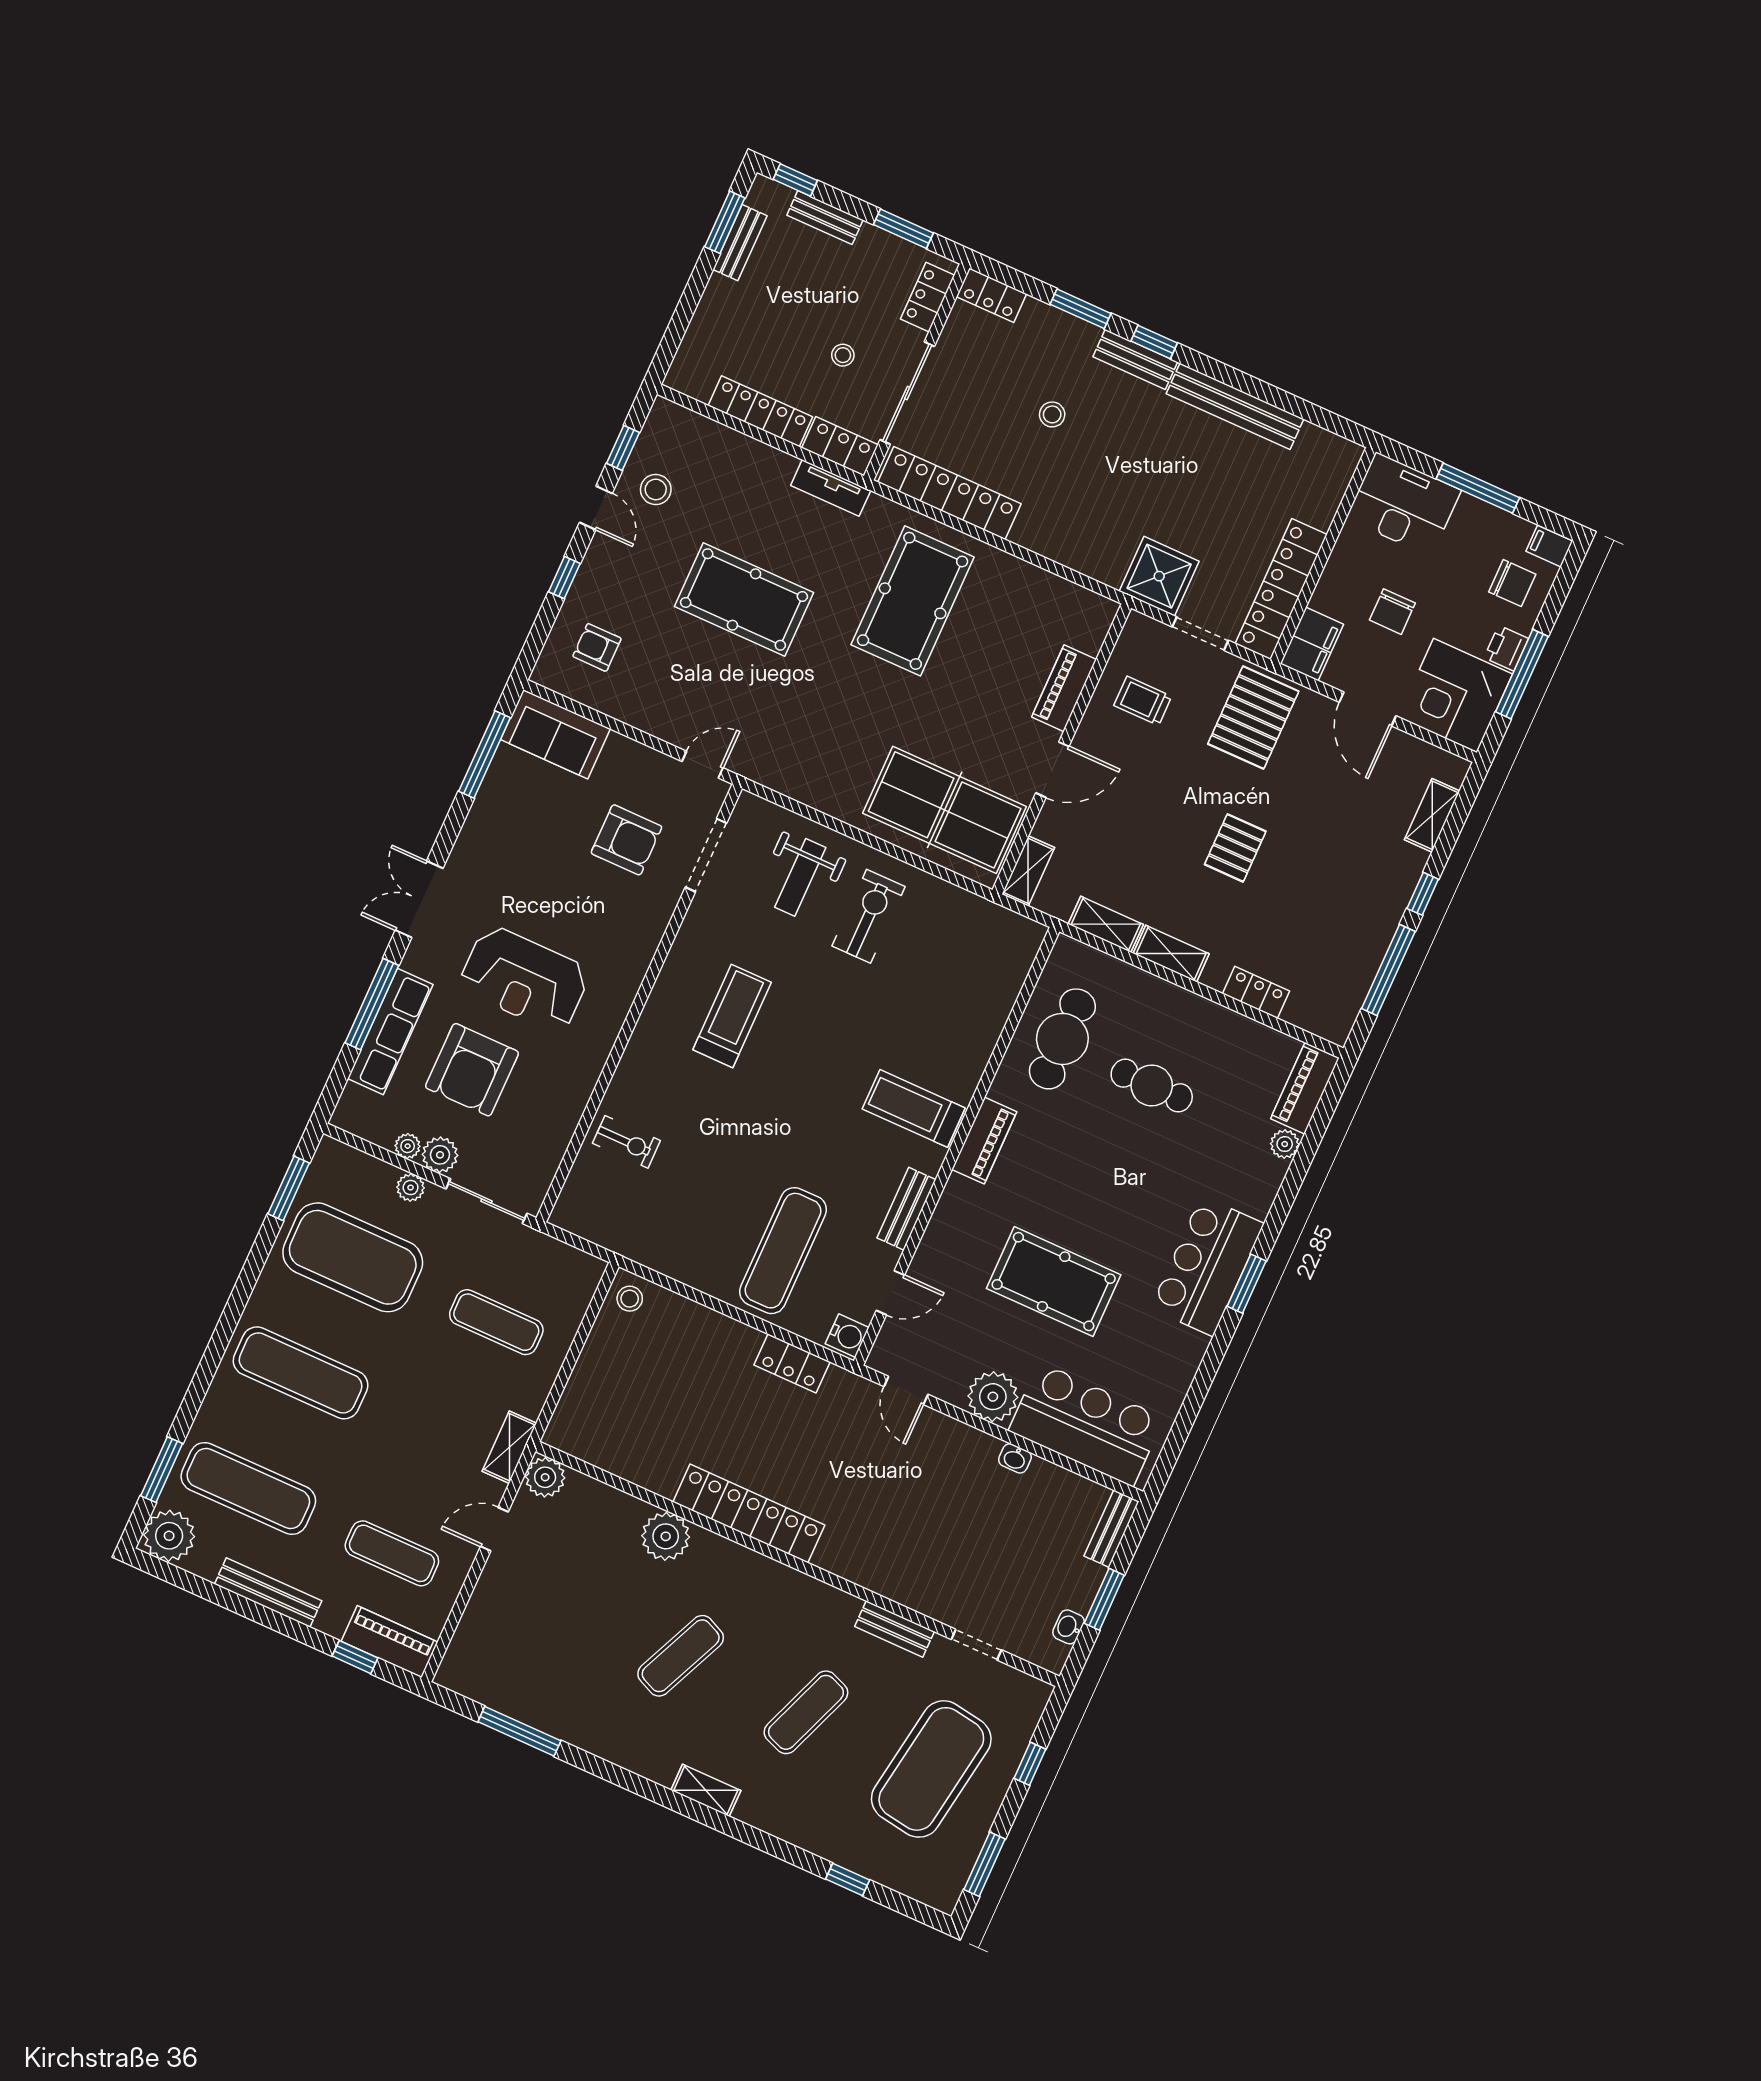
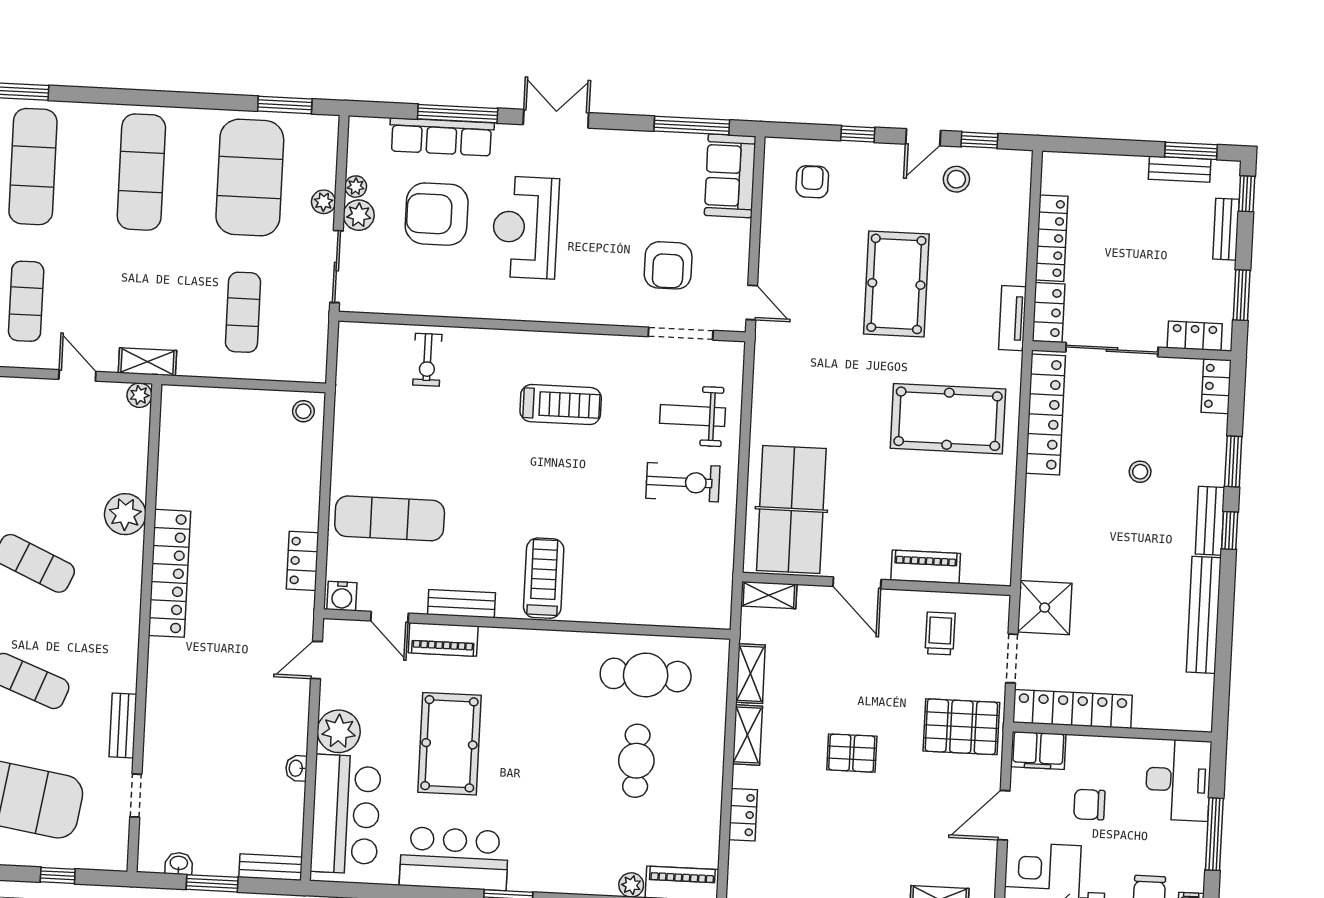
stool: (843, 355) -> (1122, 286), removed
piano: (984, 1141) -> (443, 639), moved
bar counter: (1207, 1266) -> (454, 859), moved
plant: (545, 1477) -> (139, 395), width x0.73, depth x0.73

